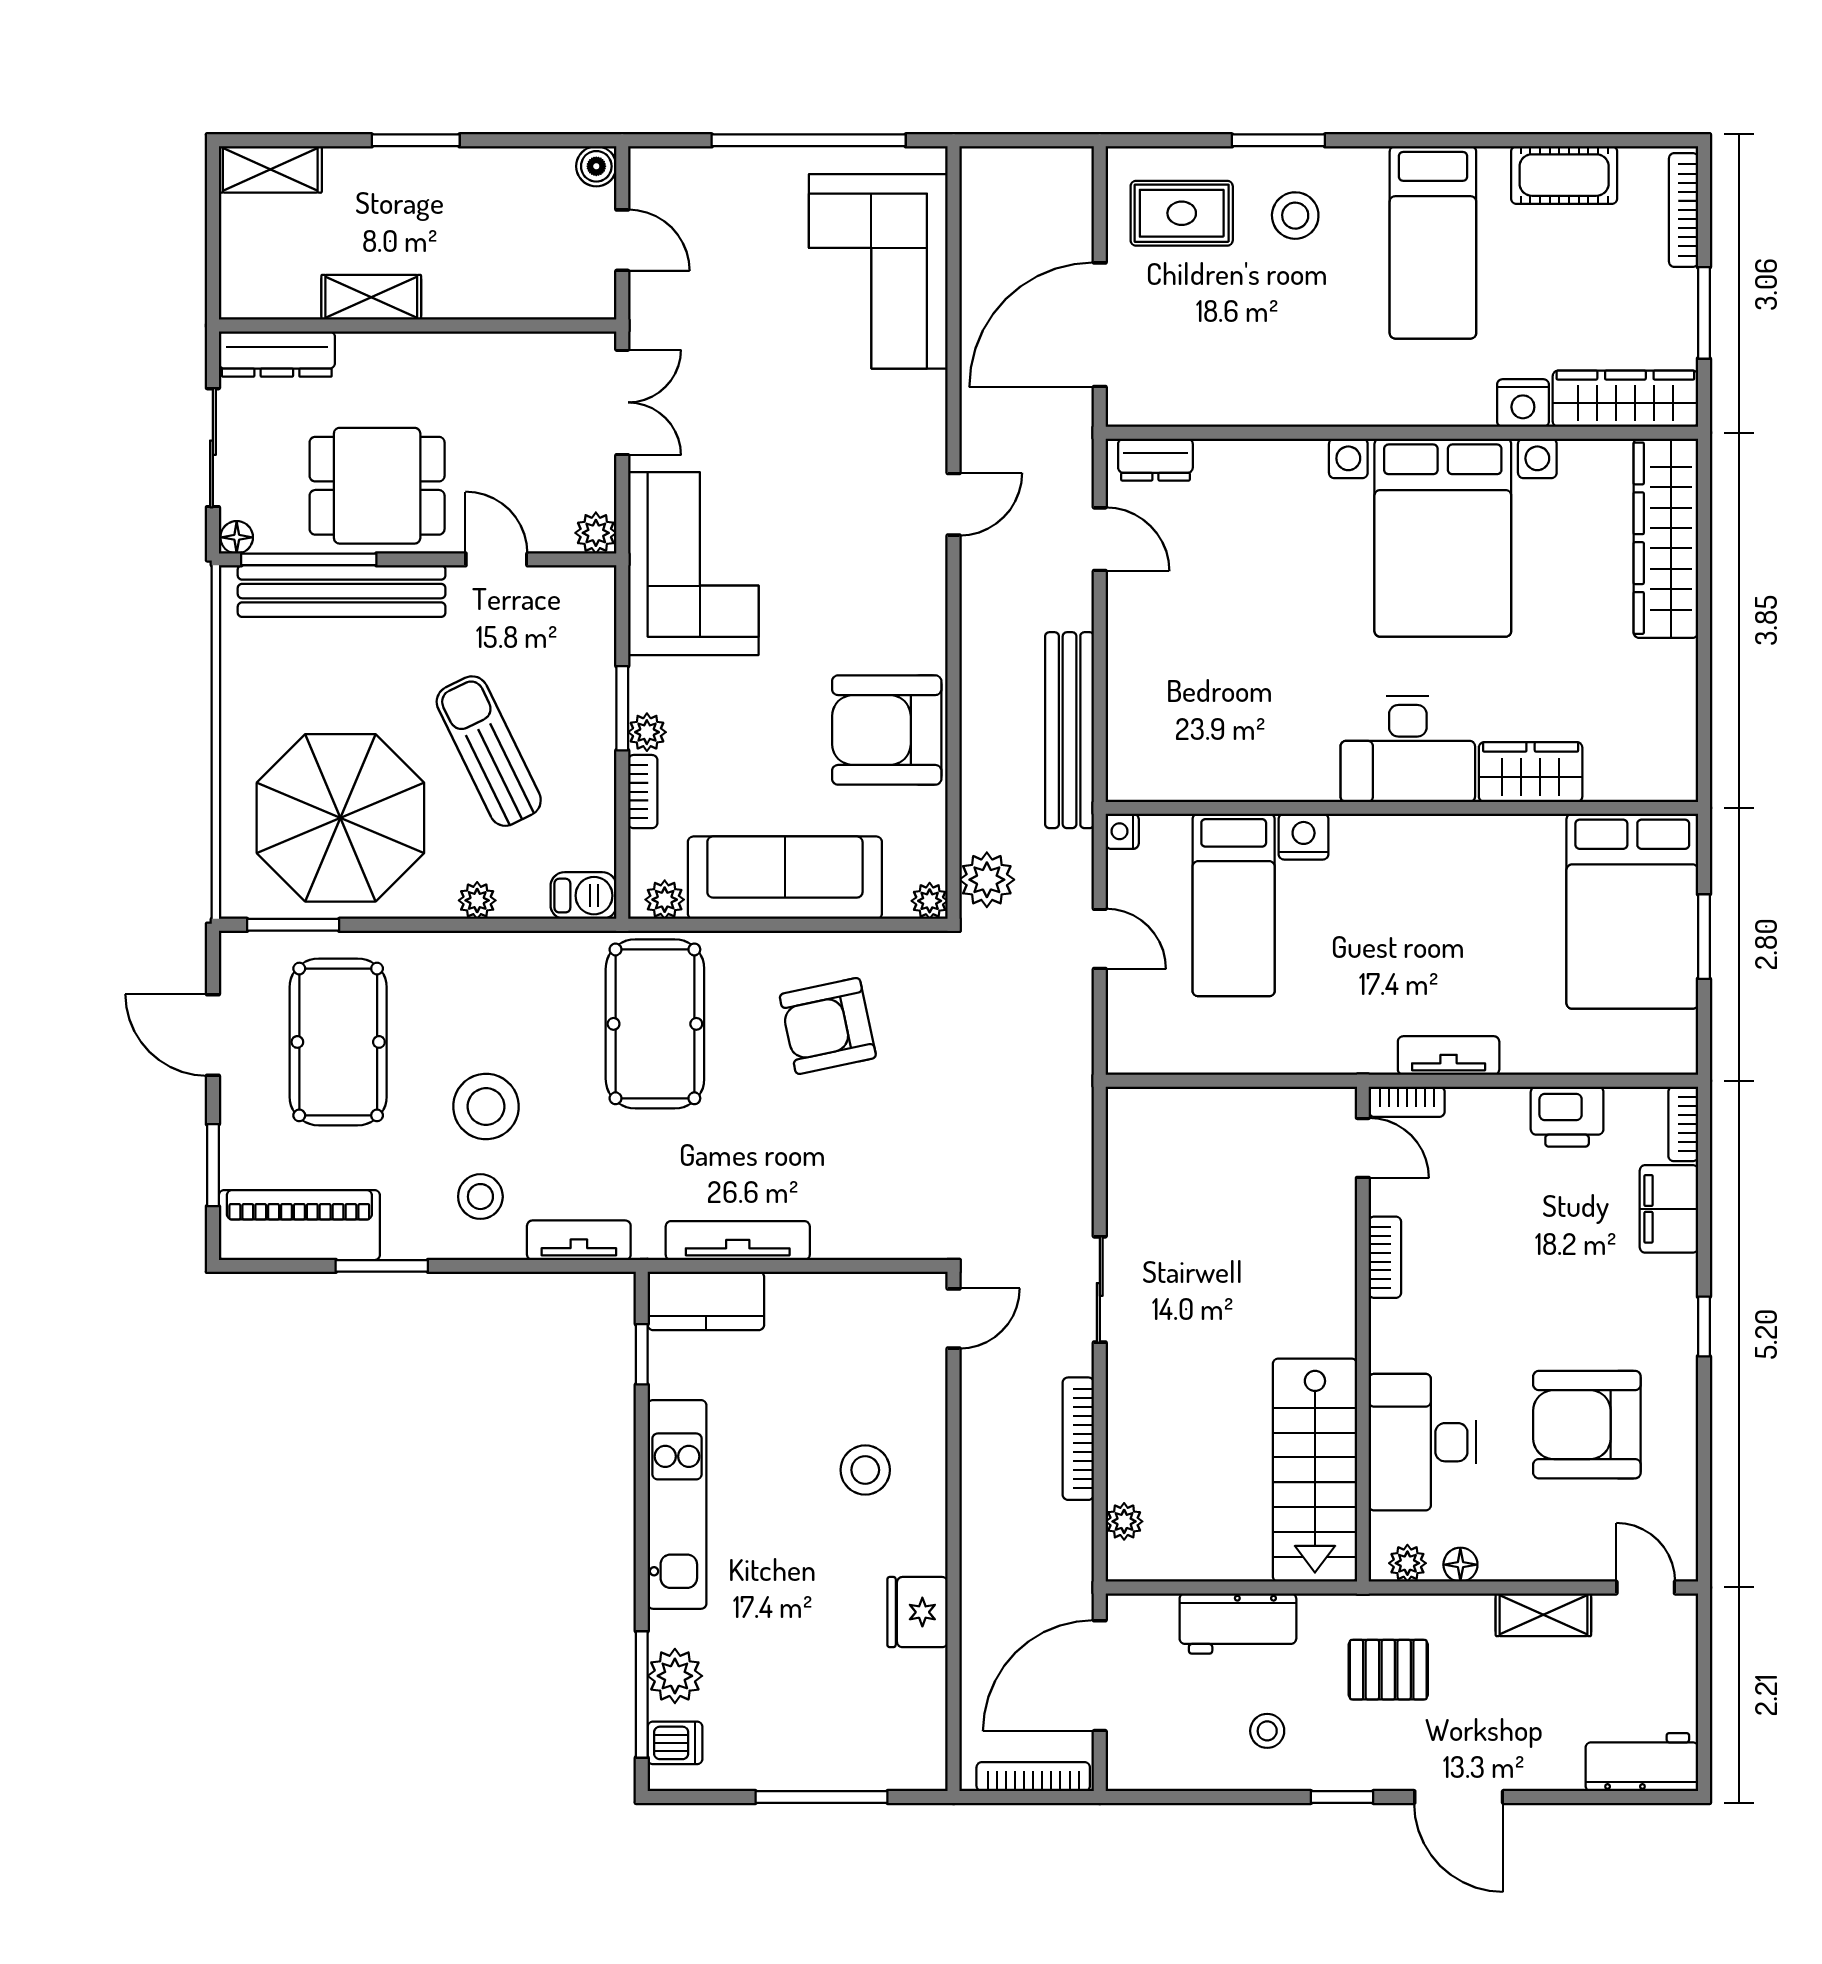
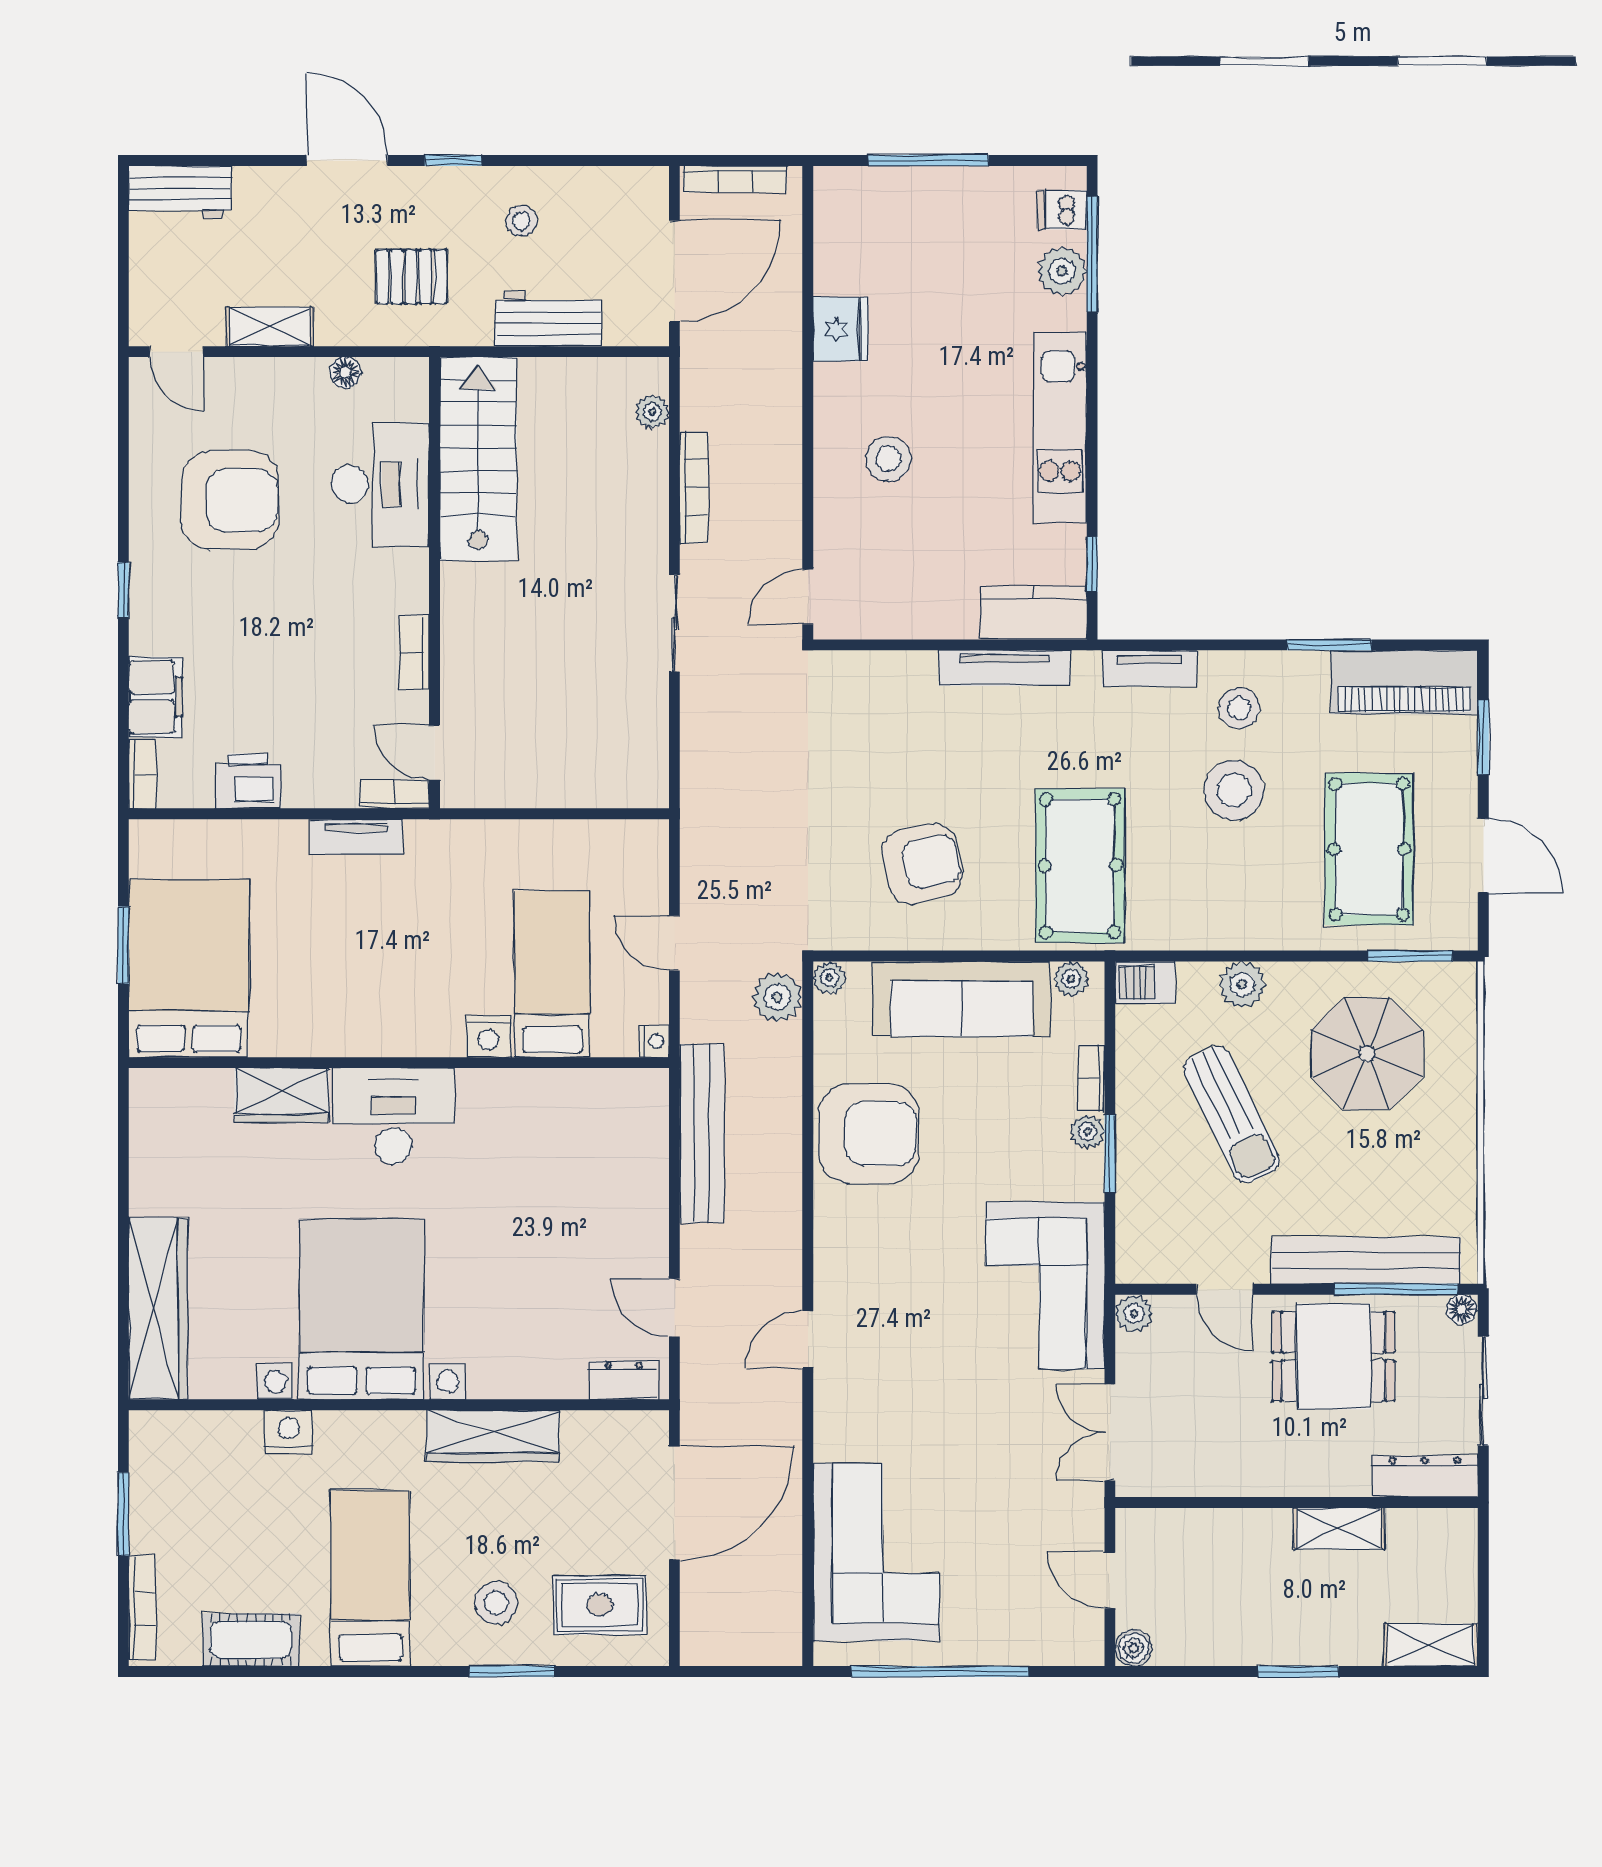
wardrobe: (1625, 399) -> (493, 1436), moved
parasol: (340, 818) -> (1367, 1054), width x0.73, depth x0.73
plant: (477, 900) -> (1242, 985), width x1.38, depth x1.38
plant: (1407, 1563) -> (394, 374), removed

